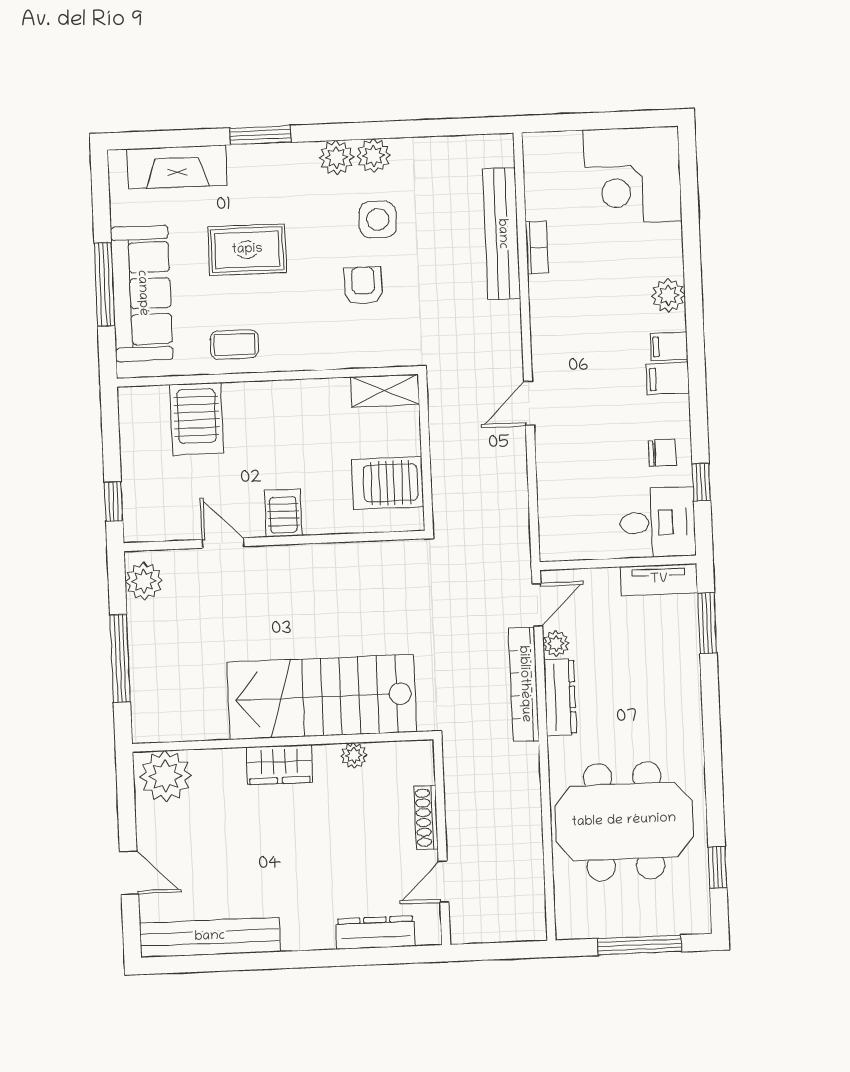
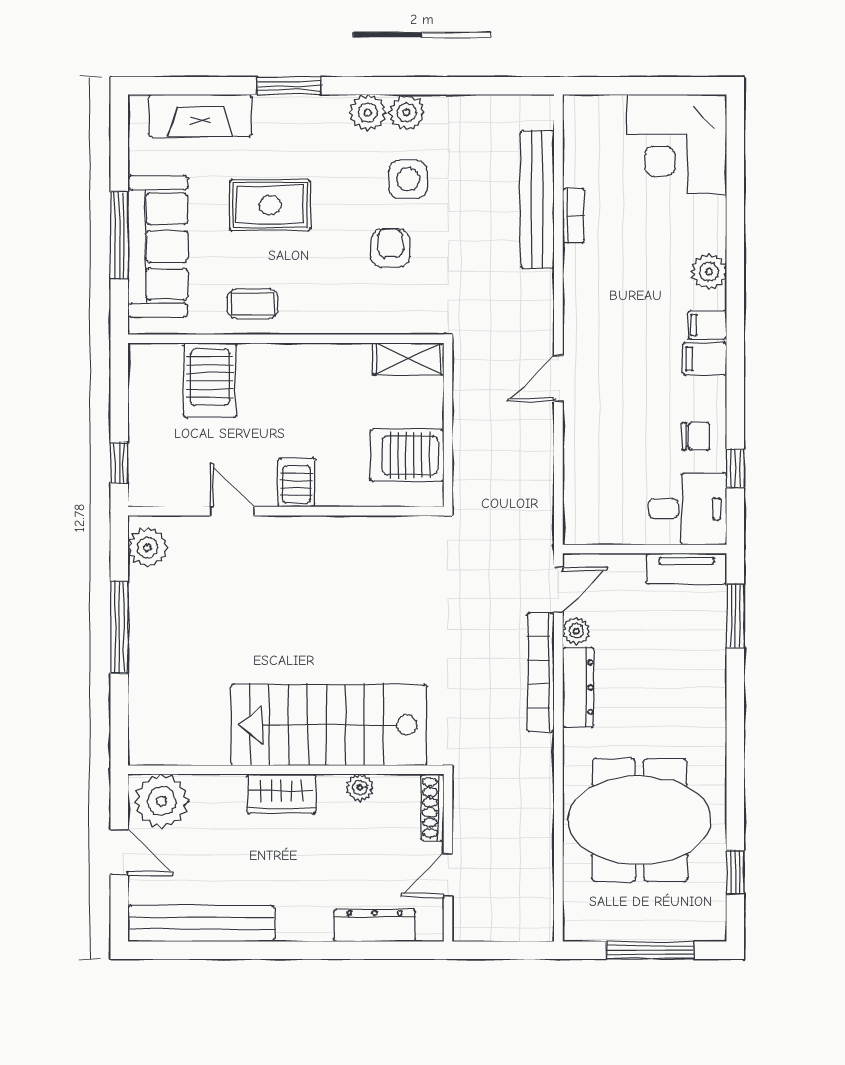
stairs: (322, 697) -> (329, 725), moved
wall: (283, 742) -> (286, 770), moved
plant: (354, 755) -> (360, 788), moved
wardrobe: (279, 765) -> (281, 794), moved
plant: (165, 776) -> (162, 801), moved

